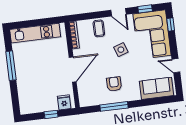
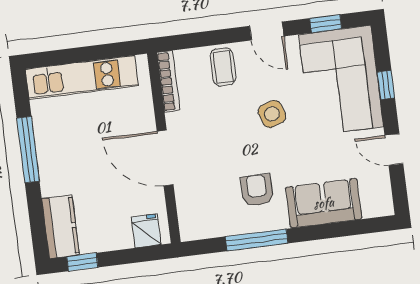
window: (171, 24) -> (386, 85), moved
door: (73, 69) -> (165, 158), swing flipped
sofa: (156, 88) -> (324, 203), moved
kitchen counter: (26, 100) -> (61, 227), added
window: (51, 114) -> (82, 262), moved

